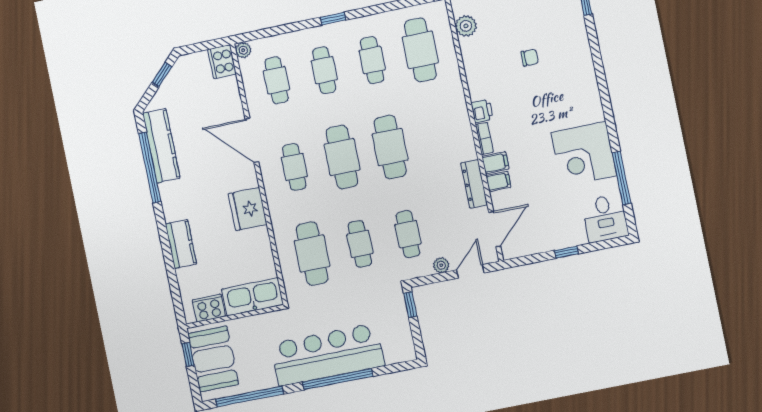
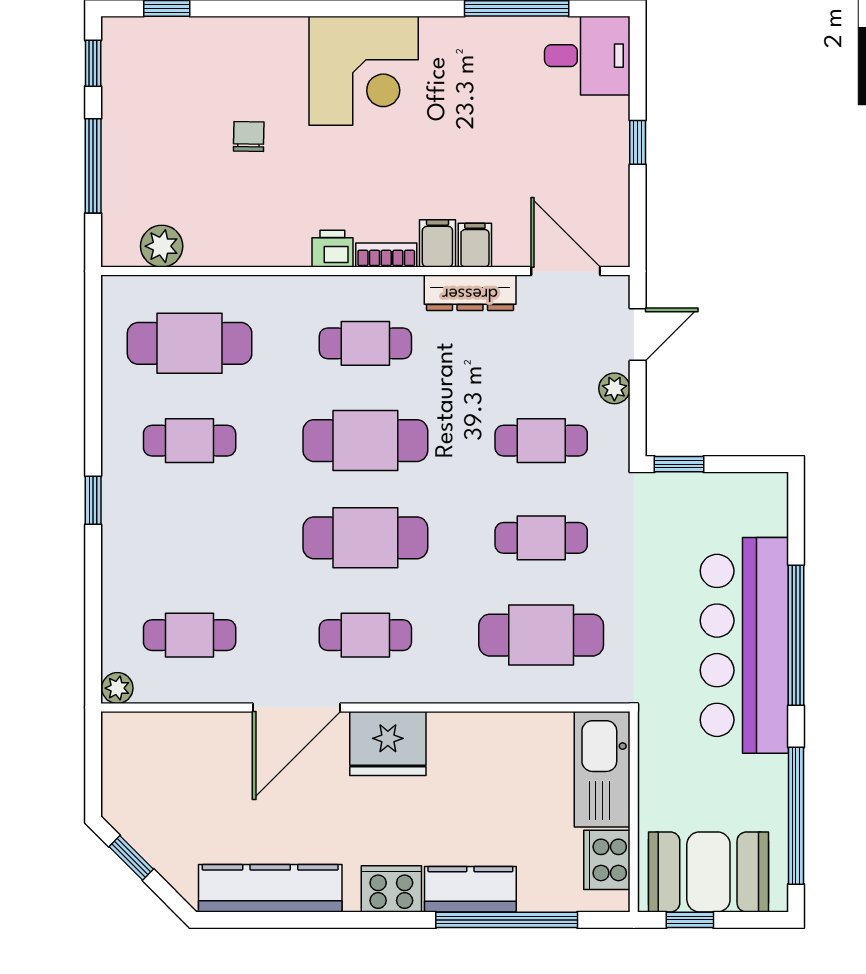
cooker: (222, 62) -> (391, 889), moved, turned 180
cafe table: (324, 70) -> (365, 343), moved
corner desk: (584, 154) -> (364, 71), moved
window: (150, 168) -> (507, 920), moved
fridge: (248, 209) -> (388, 743), moved
door: (470, 271) -> (638, 334), swing flipped

